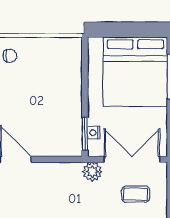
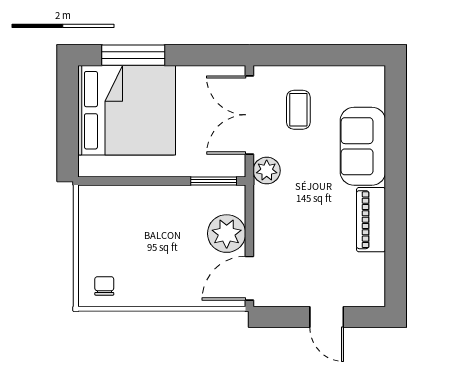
nightstand: (94, 133) -> (212, 168), removed
plant: (47, 143) -> (227, 234), added

